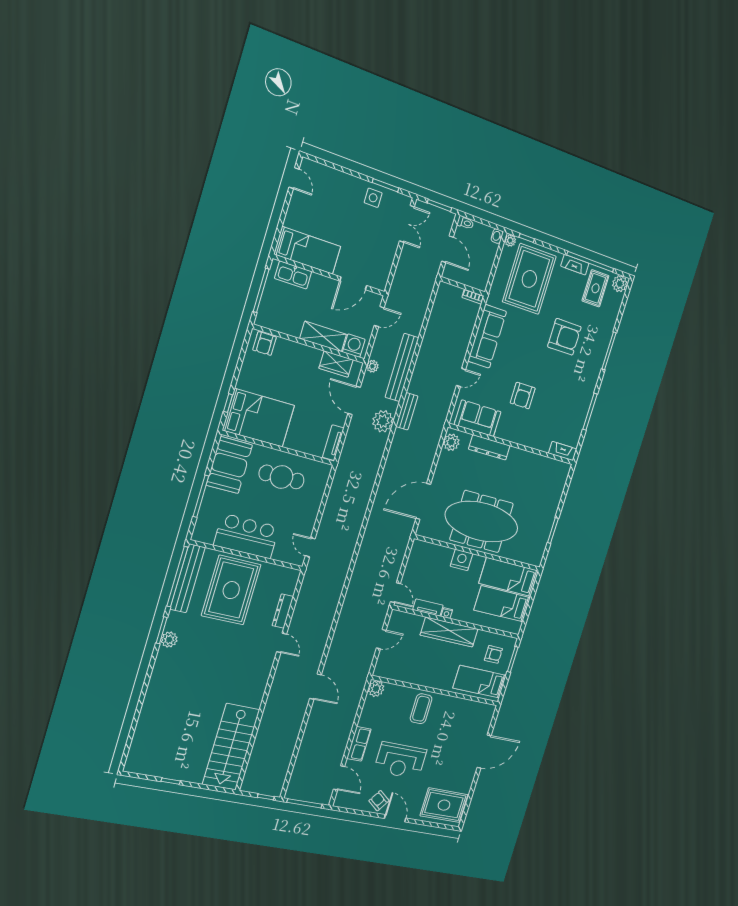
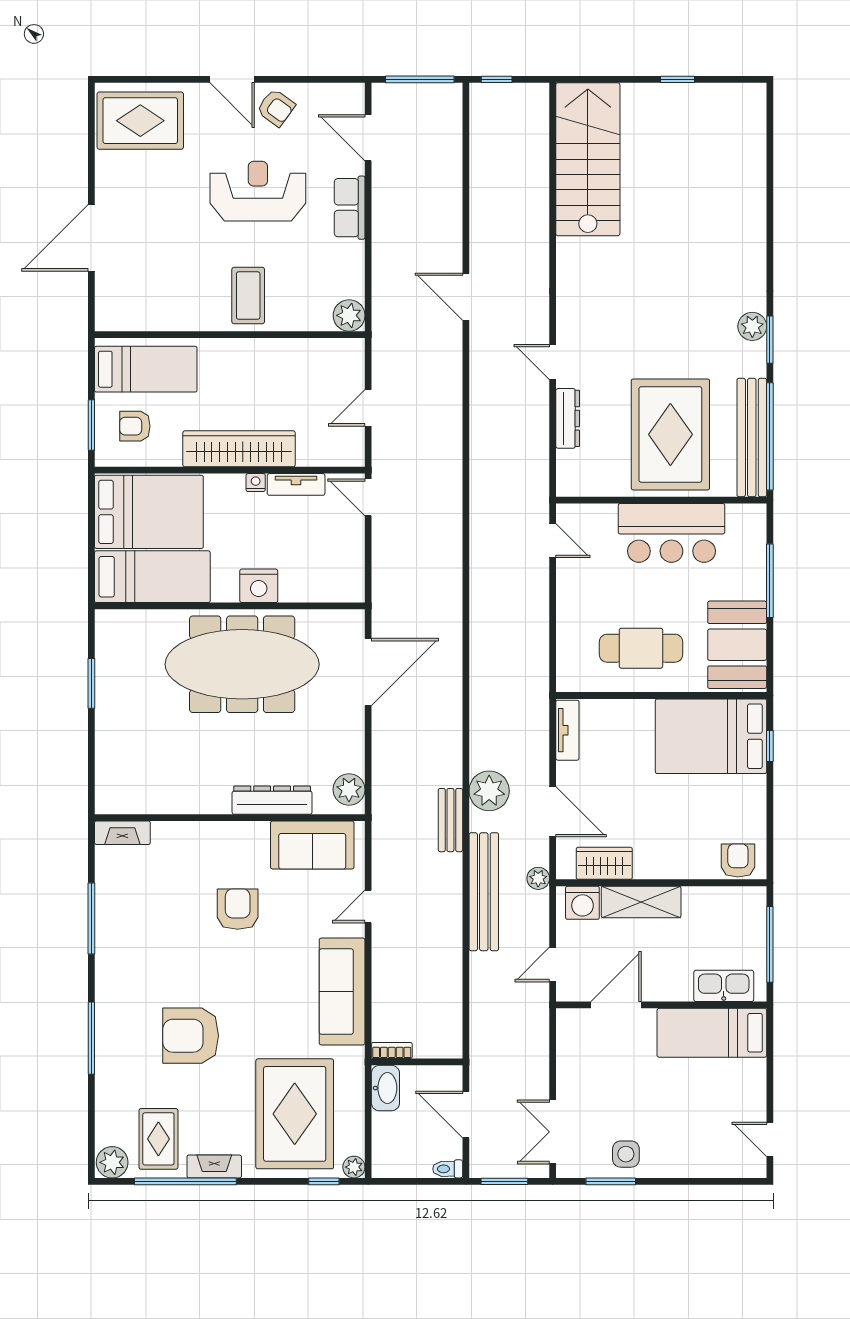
washbasin: (497, 236) -> (385, 1088), moved, width x1.91, depth x1.45
bed: (502, 604) -> (149, 512), width x1.50

